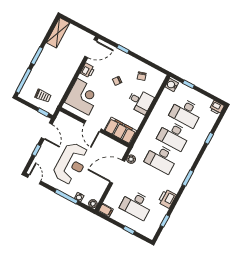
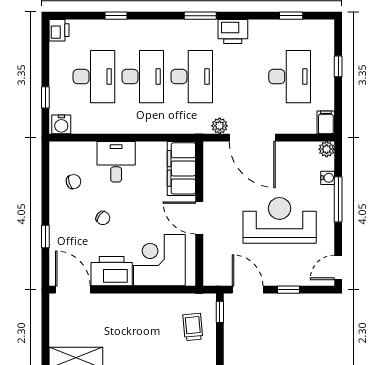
printer: (87, 70) -> (112, 271), width x1.87, depth x1.48
door: (93, 126) -> (199, 218), swing flipped
door: (47, 131) -> (248, 290), hinge flipped
printer: (167, 199) -> (233, 31), moved

